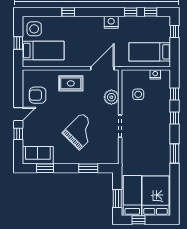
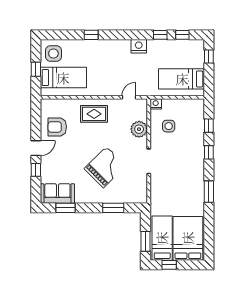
door: (102, 68) -> (129, 97), width x0.53
nightstand: (155, 74) -> (156, 104), moved

